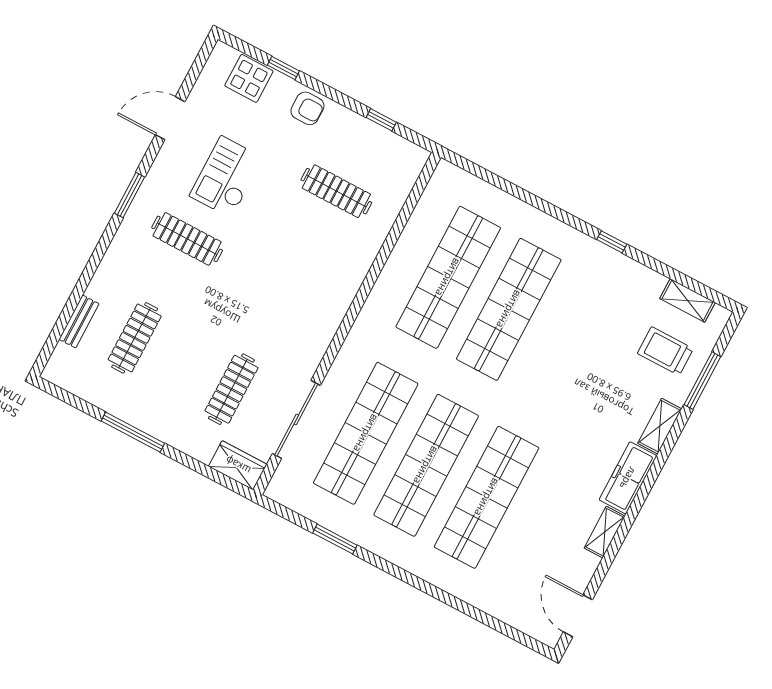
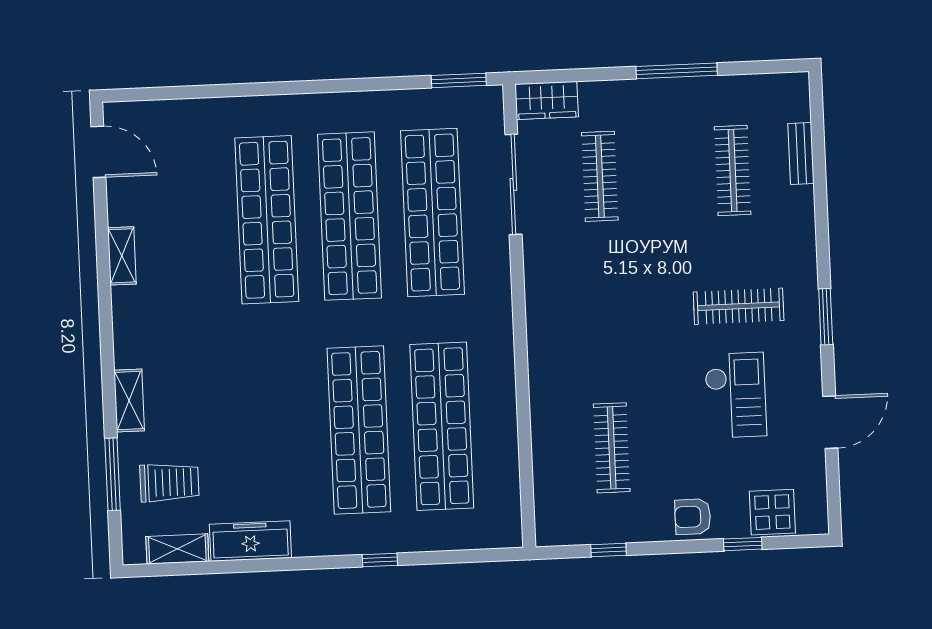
clothes rail: (336, 191) -> (612, 448), turned 90
window: (612, 242) -> (380, 560), moved
freezer: (628, 478) -> (250, 541), moved, turned -90
window: (335, 539) -> (459, 80), moved

